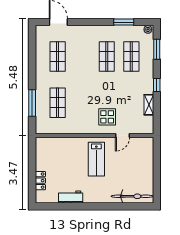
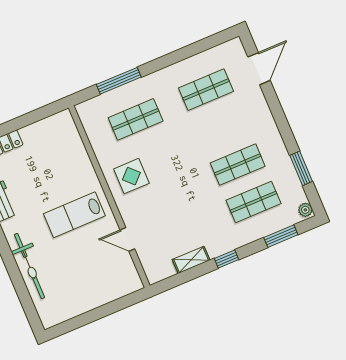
display table: (107, 117) -> (131, 176), moved
bicycle: (132, 196) -> (29, 266), moved

